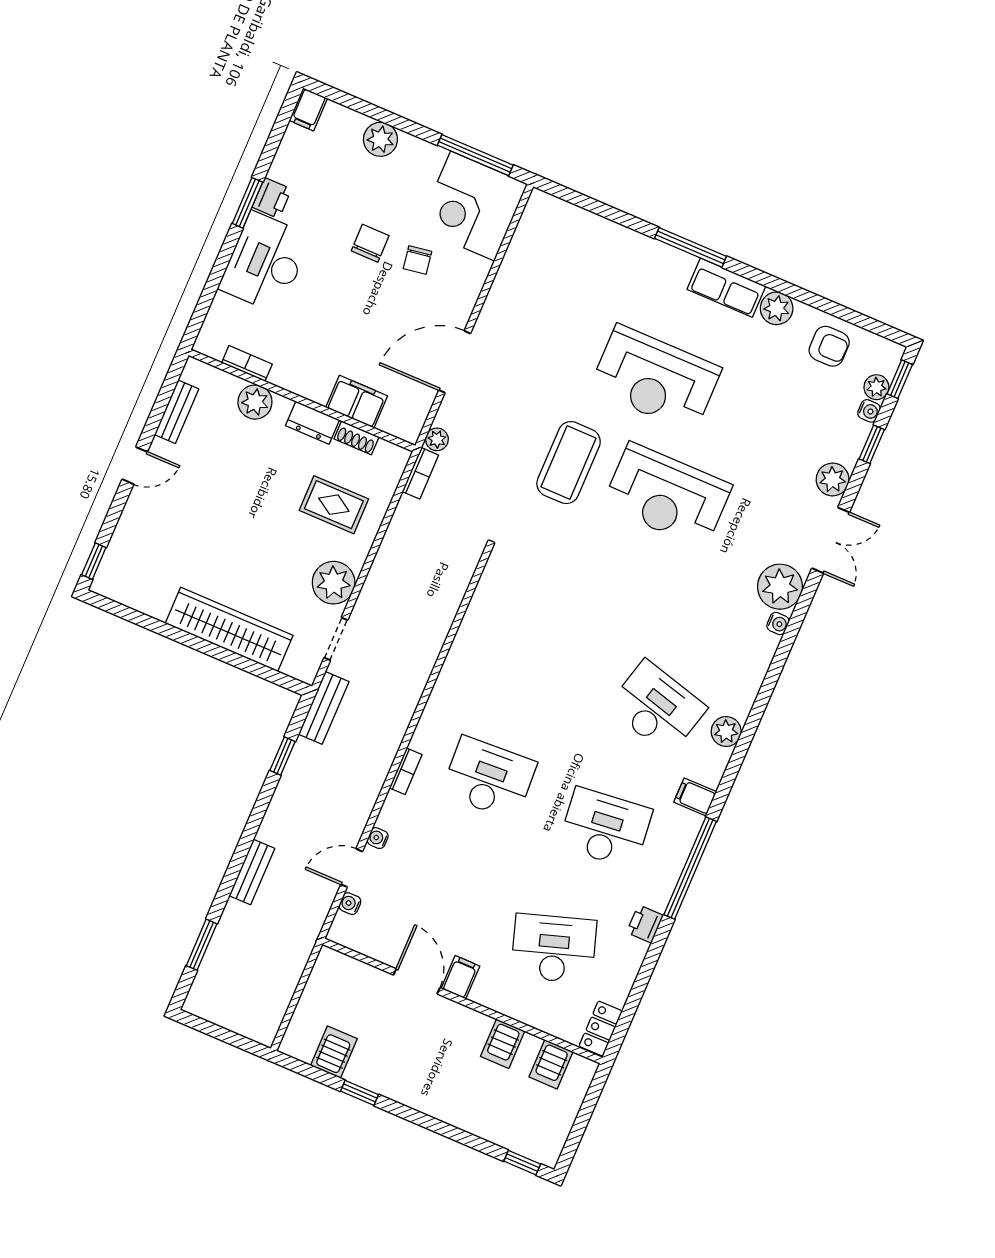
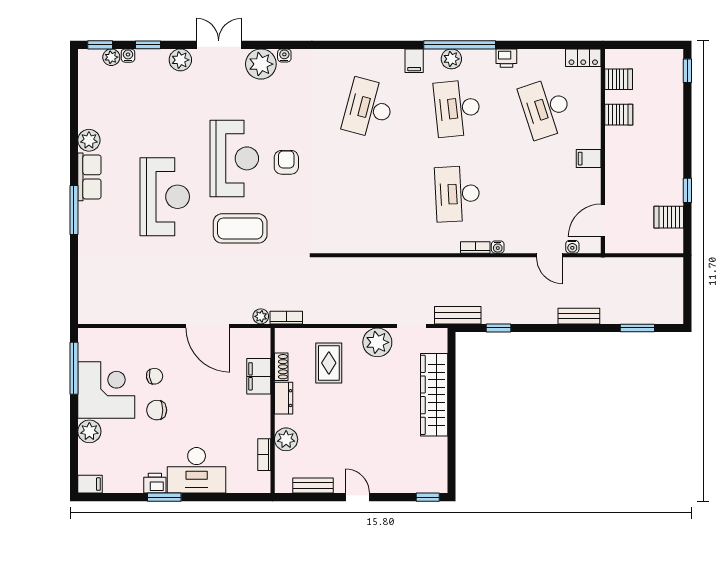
corner desk: (473, 206) -> (106, 390), moved, turned -90
armchair: (829, 346) -> (286, 162), moved
plant: (726, 731) -> (451, 59), moved
water cooler: (378, 838) -> (498, 247), moved
door: (417, 981) -> (603, 220), moved

